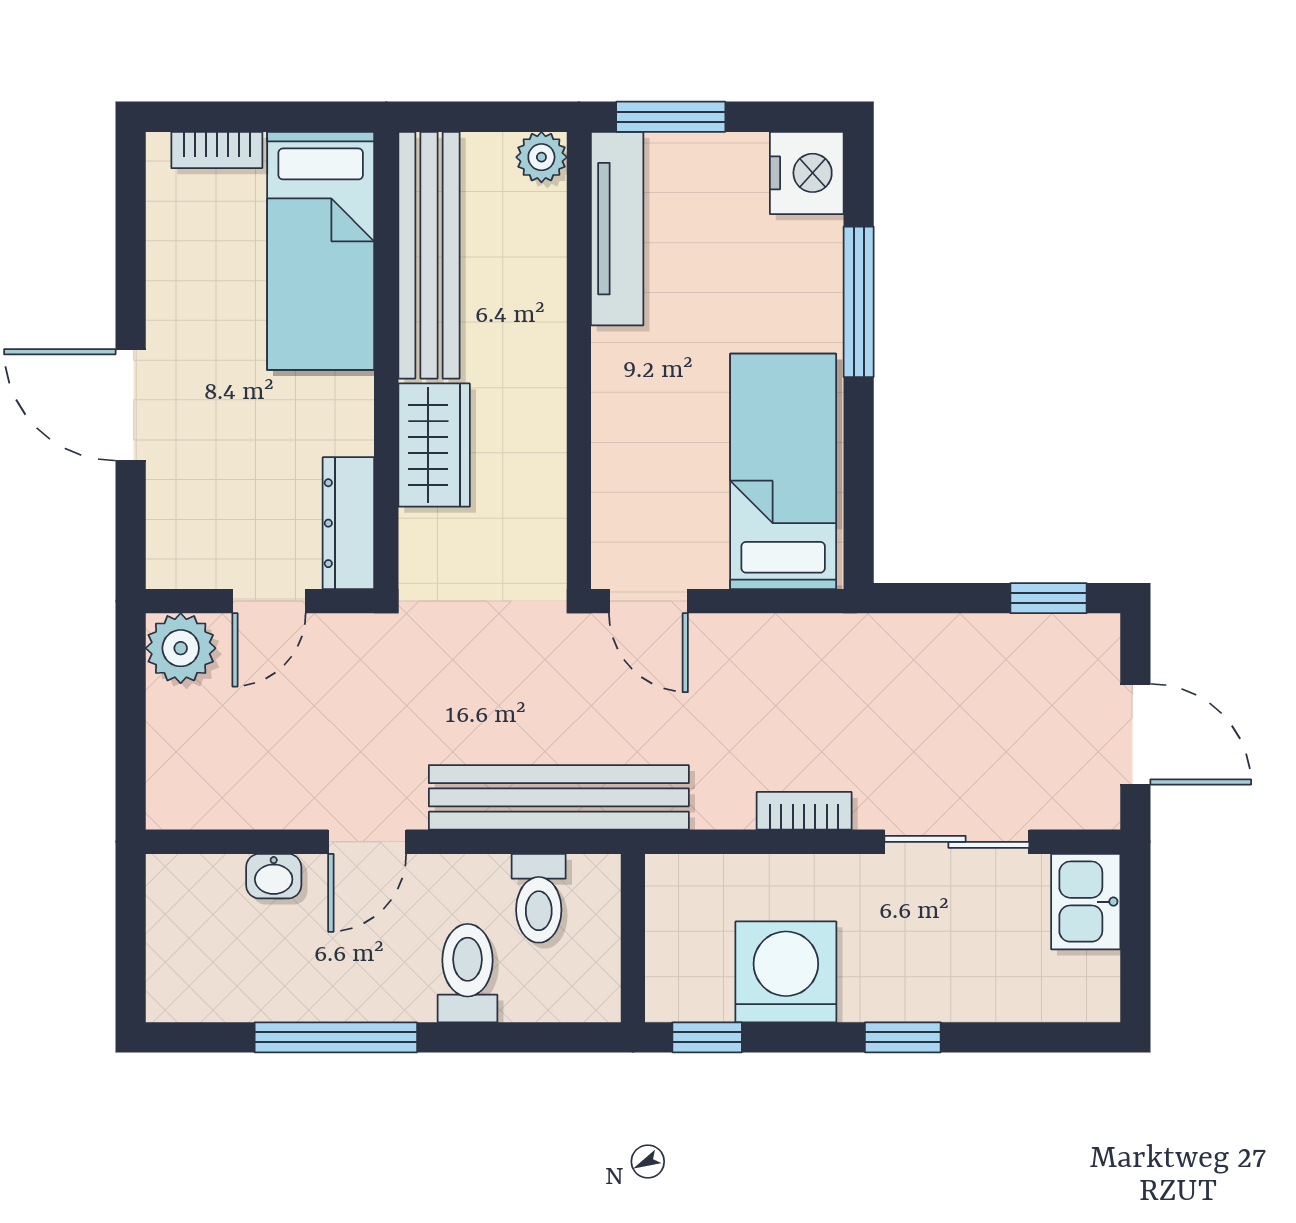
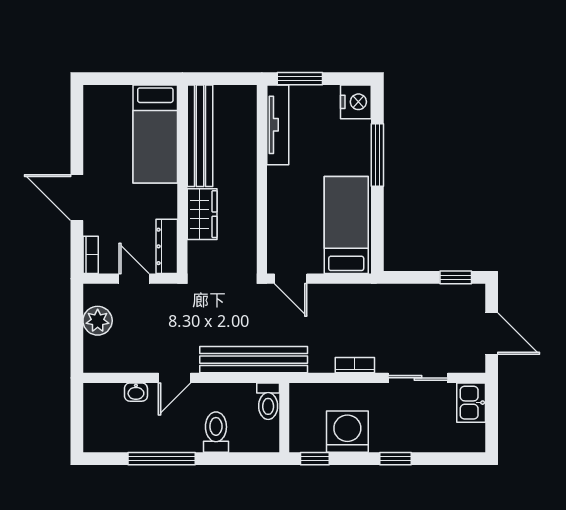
bookcase: (217, 150) -> (91, 255), moved, turned -90
plant: (541, 157) -> (246, 95), removed
door: (269, 601) -> (134, 279), swing flipped
plant: (181, 648) -> (98, 321), moved
toilet: (539, 898) -> (268, 401), moved

